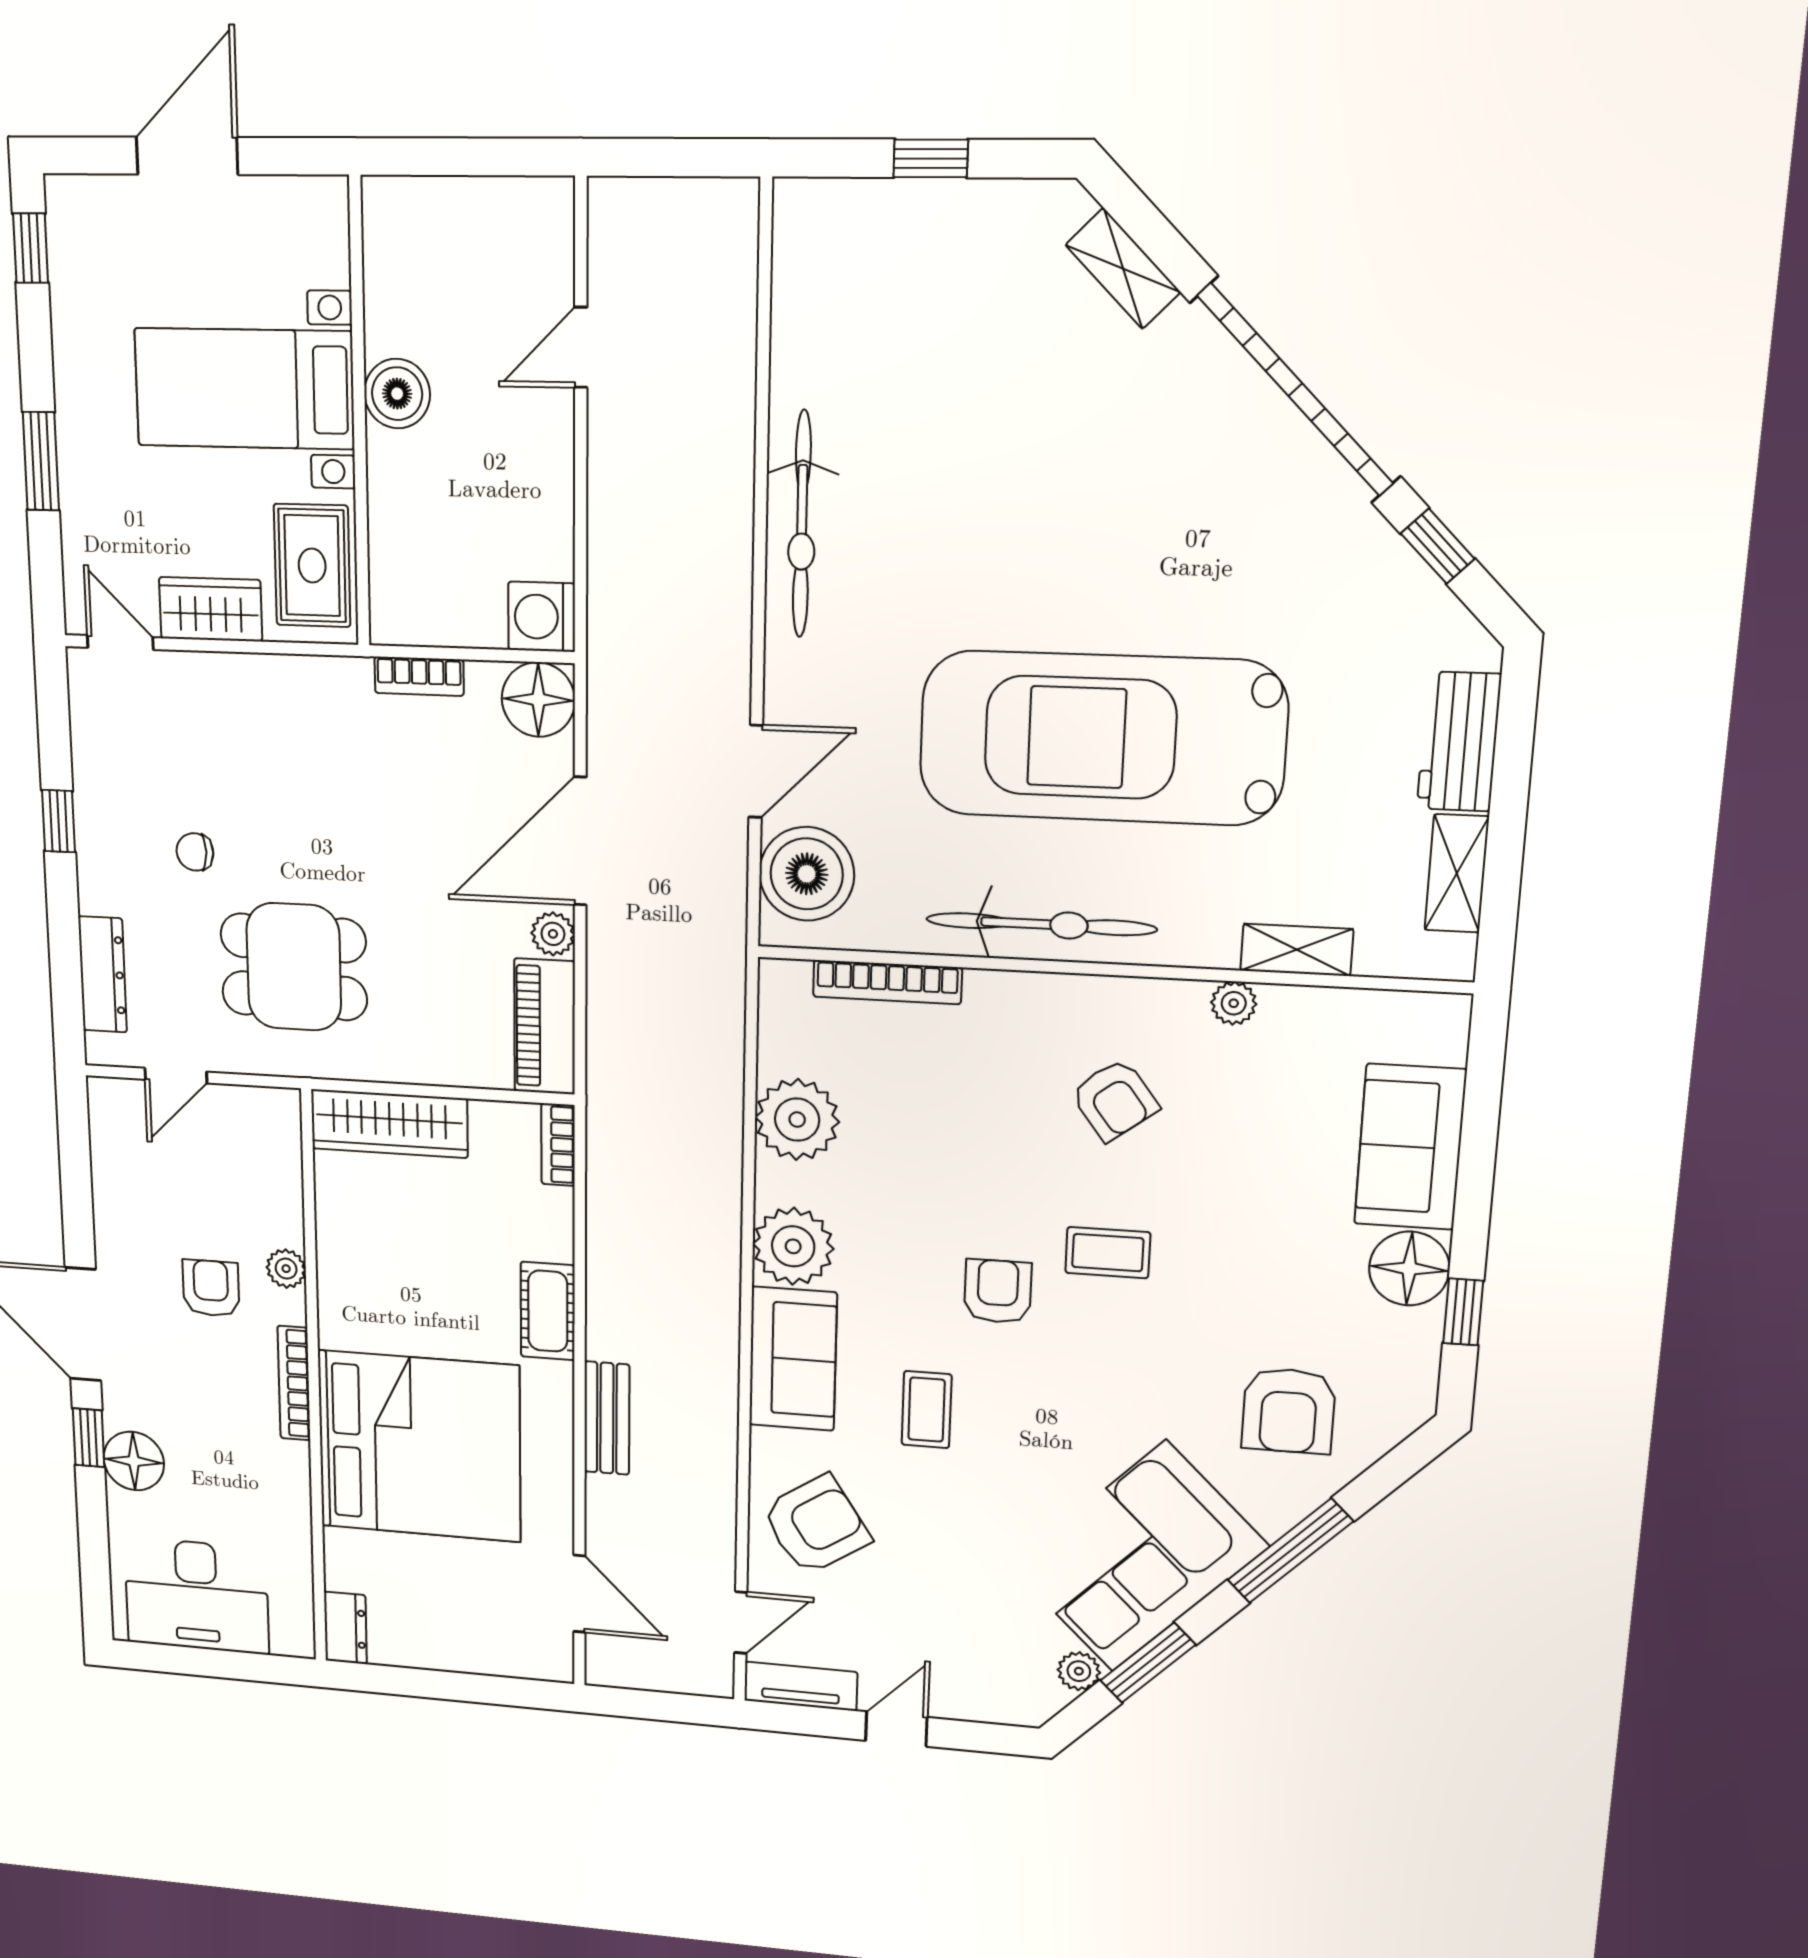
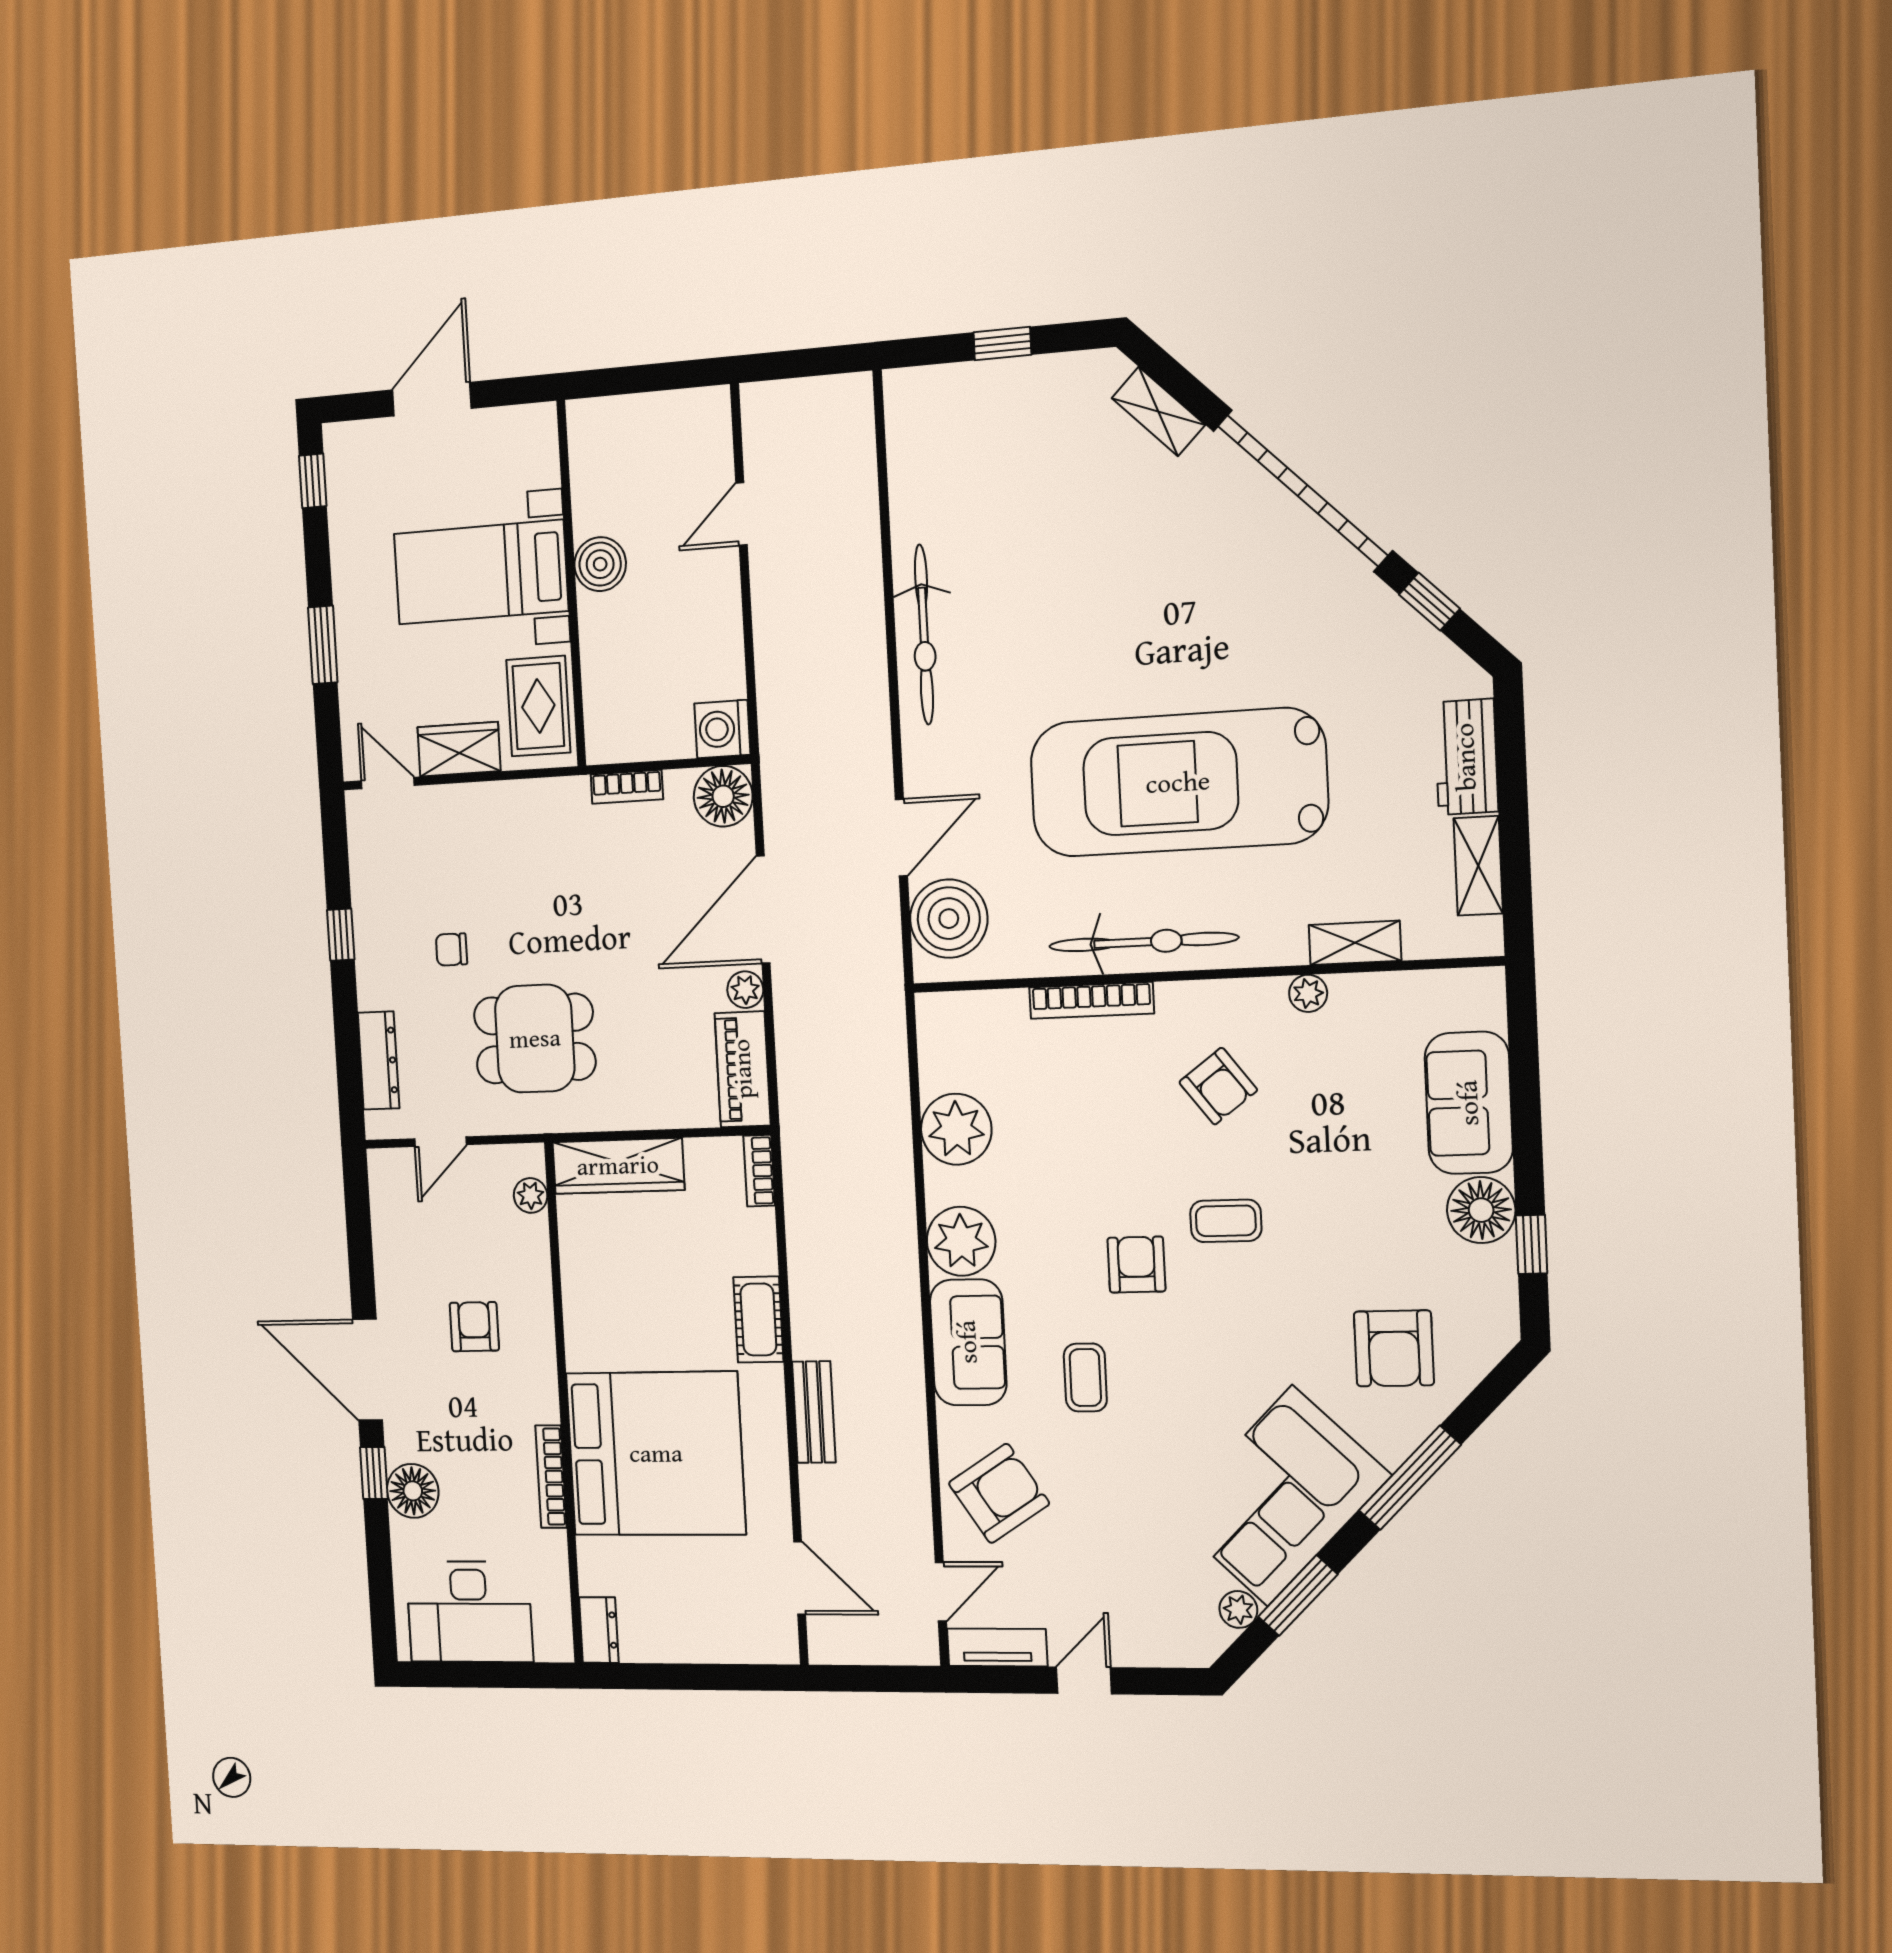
bookcase: (887, 982) -> (1091, 1000), moved
plant: (286, 1269) -> (531, 1195), moved
bookcase: (294, 1383) -> (551, 1477), moved

